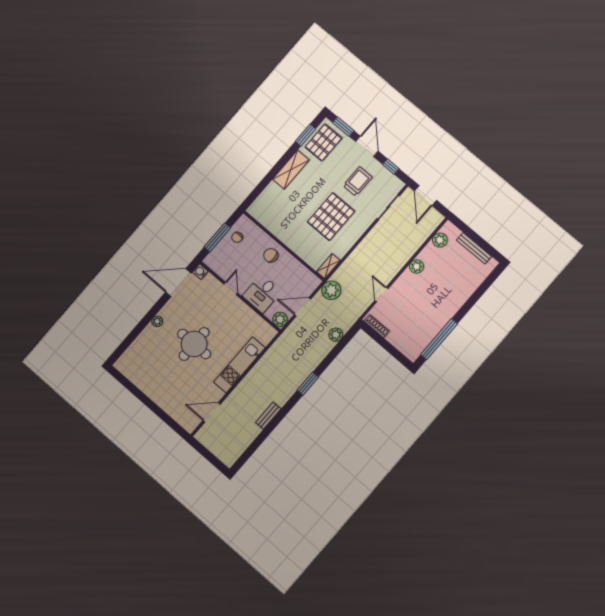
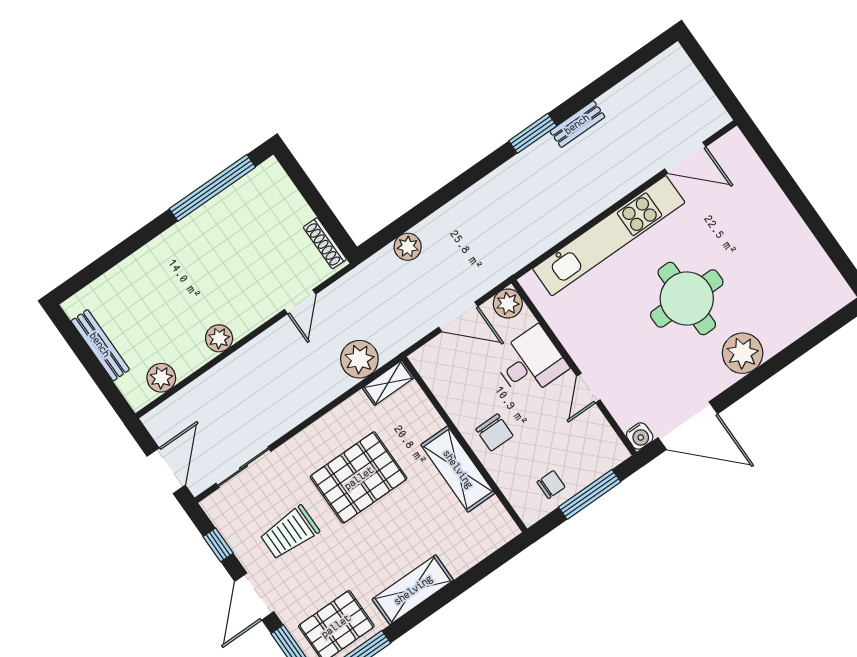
shelving: (284, 233) -> (458, 469), added
plant: (331, 290) -> (359, 359), moved
plant: (157, 321) -> (743, 353), width x1.88, depth x1.88
kitchen unit: (239, 365) -> (609, 236), width x1.36
window: (308, 384) -> (533, 133), moved

